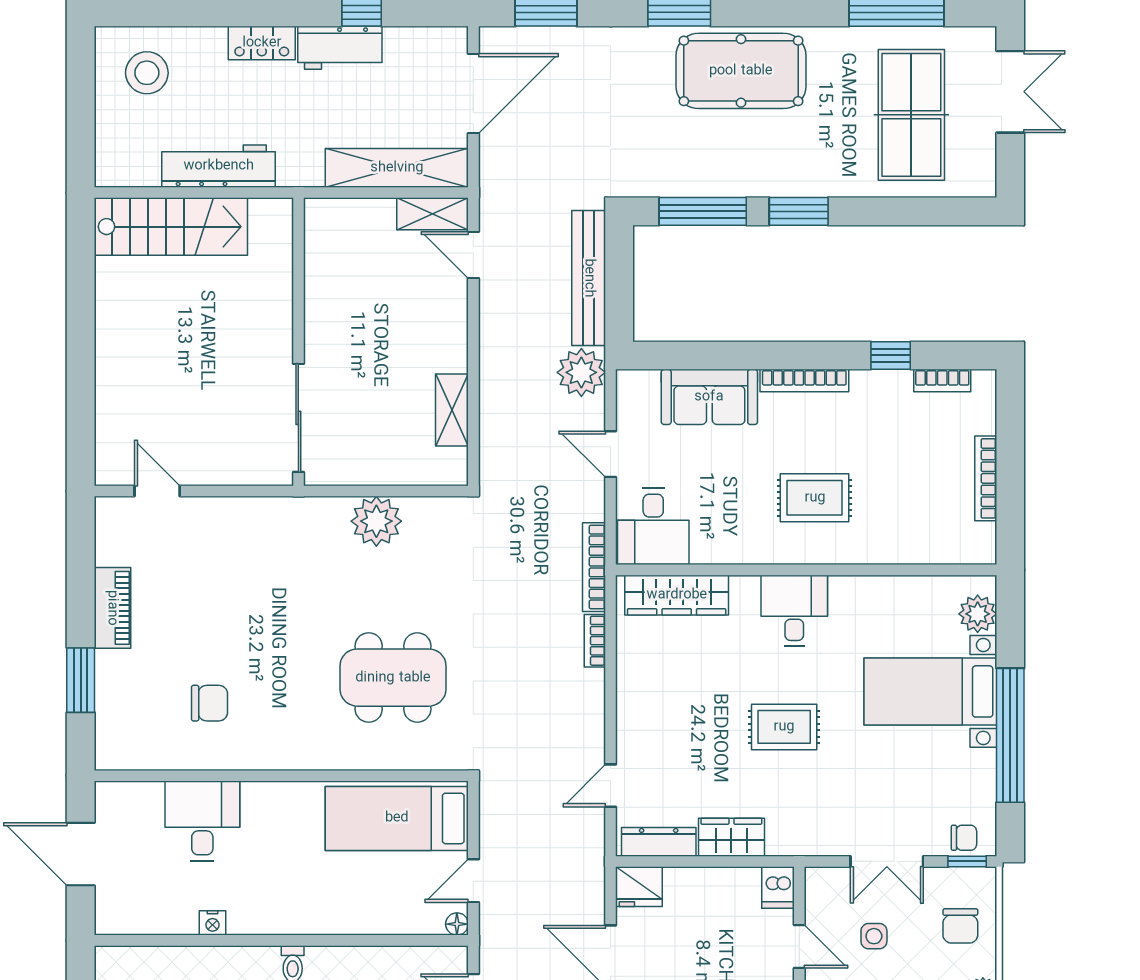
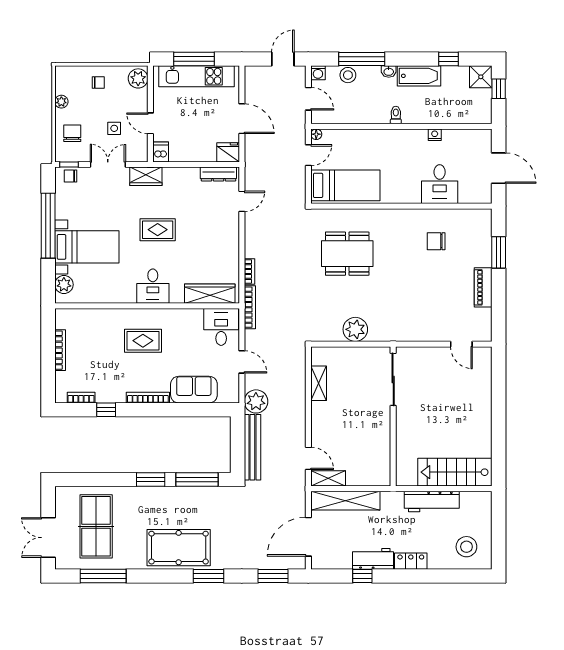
wardrobe: (731, 837) -> (146, 176), moved

